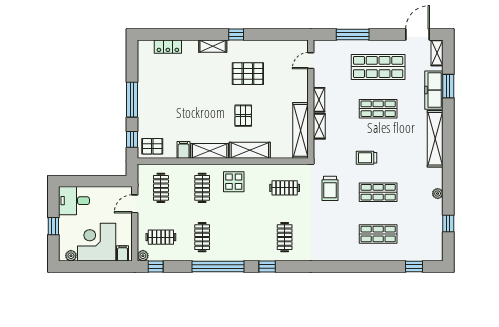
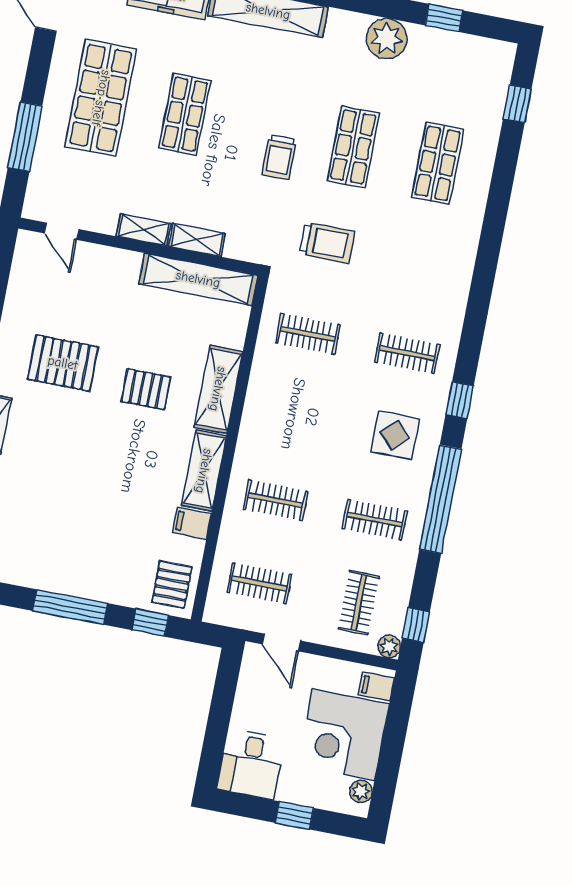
pallet: (248, 74) -> (63, 363), turned 90
display table: (234, 182) -> (395, 435), moved
clothes rail: (285, 188) -> (308, 334), turned 90
plant: (438, 194) -> (387, 39), width x1.88, depth x1.88

